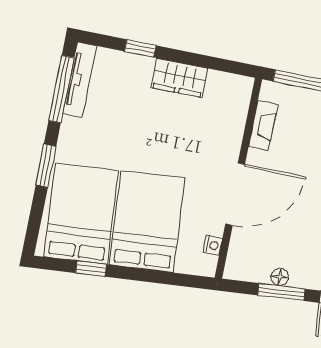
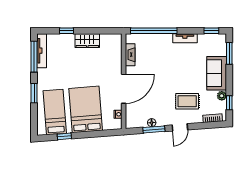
bed: (81, 214) -> (55, 112), width x0.67

